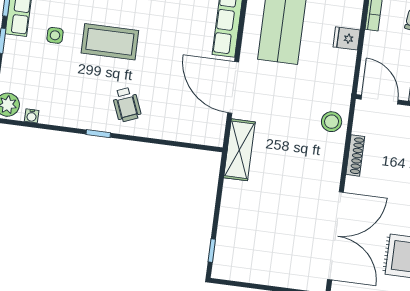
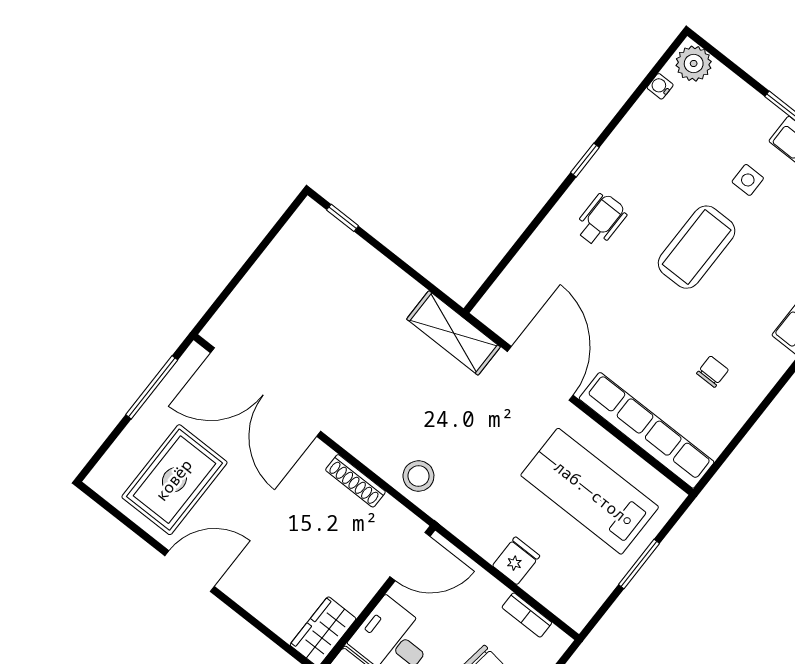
door: (233, 87) -> (540, 373), hinge flipped
wheelchair: (127, 105) -> (601, 220), turned 112

